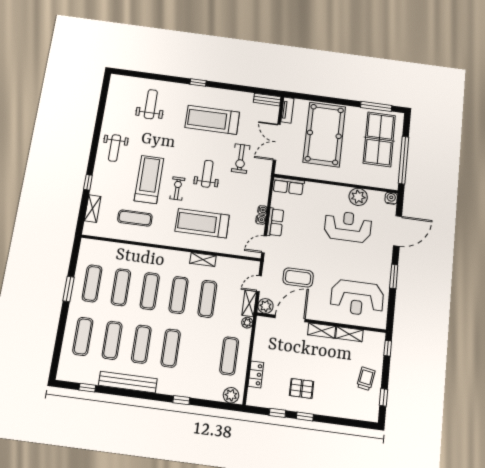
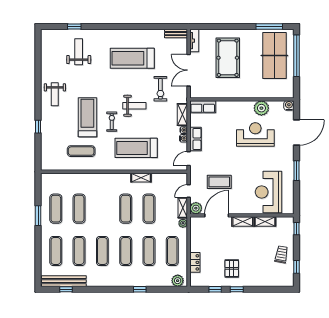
window: (198, 82) -> (74, 27), moved
pool table: (324, 134) -> (228, 58), width x0.73, depth x0.76
window: (404, 160) -> (297, 56), moved
weight bench: (207, 174) -> (134, 106), turned 90
shelving: (93, 209) -> (182, 115), moved
exercise mat: (150, 291) -> (149, 251), moved
reception desk: (357, 298) -> (268, 192), turned 90
bench: (128, 382) -> (64, 281), moved
pallet: (302, 388) -> (232, 268), turned 90

